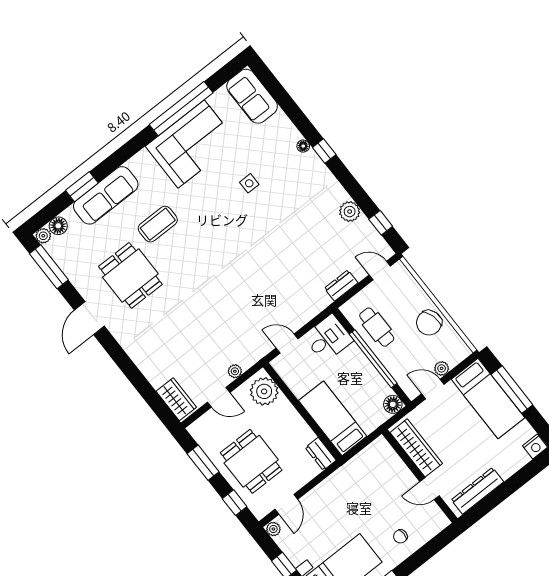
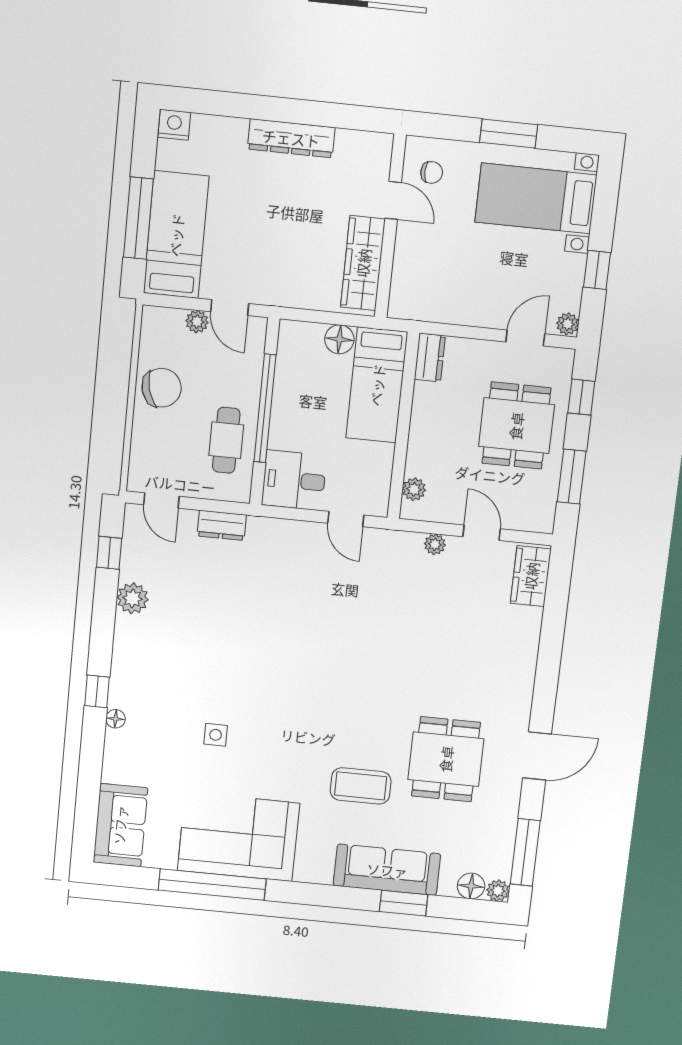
plant: (264, 391) -> (414, 489), width x0.53, depth x0.53
floor lamp: (393, 404) -> (339, 339), moved
wardrobe: (416, 448) -> (363, 263), moved
wall: (420, 476) -> (390, 226), moved
door: (430, 489) -> (393, 200), moved

